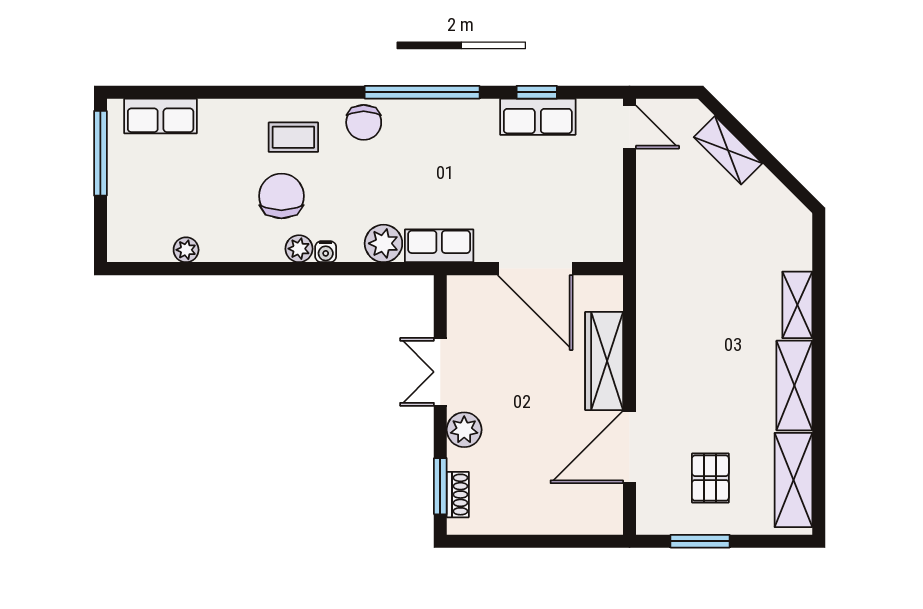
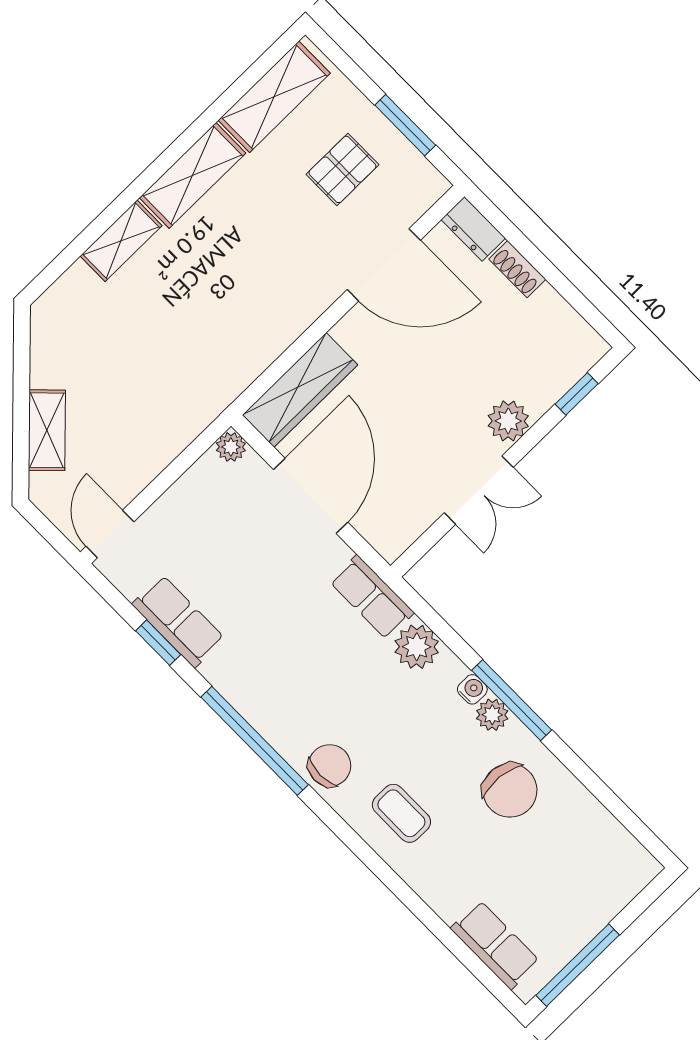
chair: (281, 196) -> (510, 790), moved, turned -85
plant: (186, 250) -> (231, 447), moved
window: (296, 269) -> (512, 700), added
wardrobe: (604, 361) -> (300, 390), moved
window: (440, 486) -> (577, 394), width x0.67
shoe rack: (458, 495) -> (517, 269), moved, turned -90
dresser: (599, 521) -> (473, 229), added

